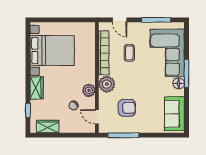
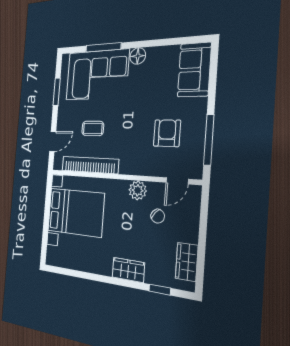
window: (156, 20) -> (57, 92), width x0.69
bed with nightstands: (52, 50) -> (76, 212), moved, turned 90
window: (187, 73) -> (103, 47), moved
plant: (107, 84) -> (131, 163), removed
sofa: (174, 114) -> (194, 70), moved, turned 90

